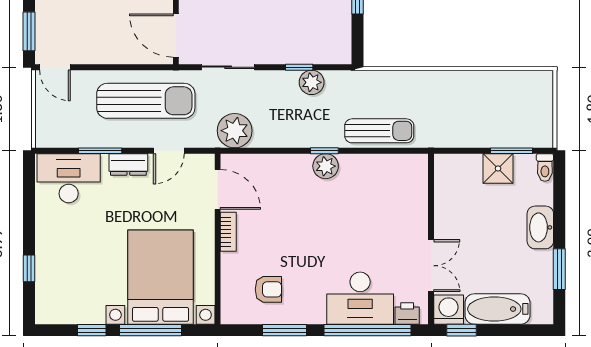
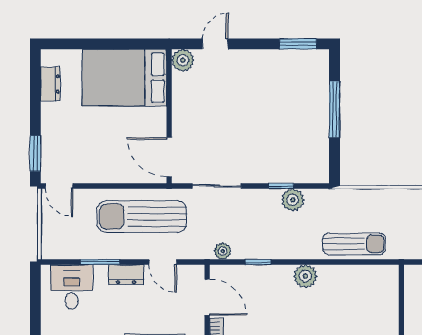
sun lounger: (146, 101) -> (142, 217), turned 180
plant: (235, 131) -> (223, 251), width x0.53, depth x0.53
door: (169, 151) -> (163, 262), hinge flipped
window: (324, 151) -> (258, 262), moved
desk: (69, 178) -> (72, 287), width x0.73

